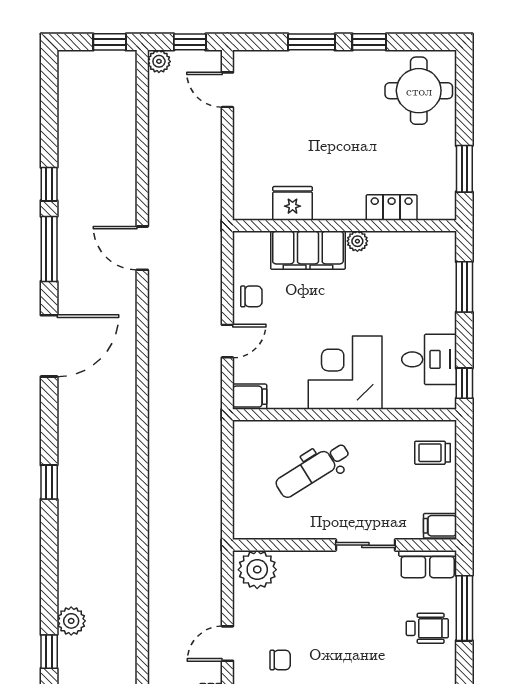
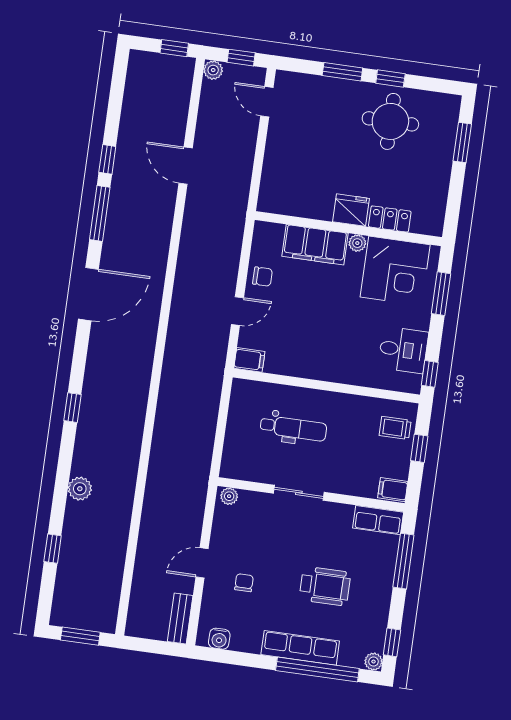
round table: (419, 91) -> (390, 121), moved
window: (464, 169) -> (462, 142), moved
fridge: (293, 203) -> (351, 210), moved
door: (142, 248) -> (186, 166), moved
corner desk: (345, 373) -> (395, 271), moved, turned 180
dental chair: (313, 470) -> (293, 428), turned -148
window: (464, 473) -> (419, 448), added
sliding door: (365, 545) -> (299, 493), moved
plant: (257, 570) -> (229, 496), width x0.53, depth x0.53
plant: (71, 621) -> (80, 489), moved
wheelchair: (427, 628) -> (325, 586), moved, width x1.36, depth x1.37
chair: (280, 660) -> (244, 583), turned -90

